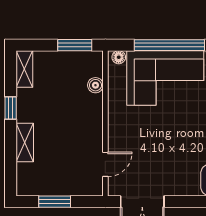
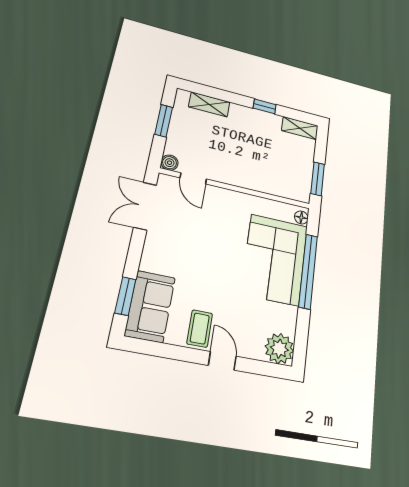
boiler: (95, 85) -> (169, 163), moved
shelving: (25, 142) -> (209, 104), moved

